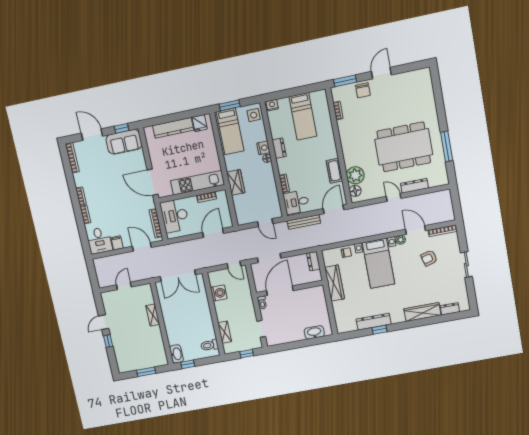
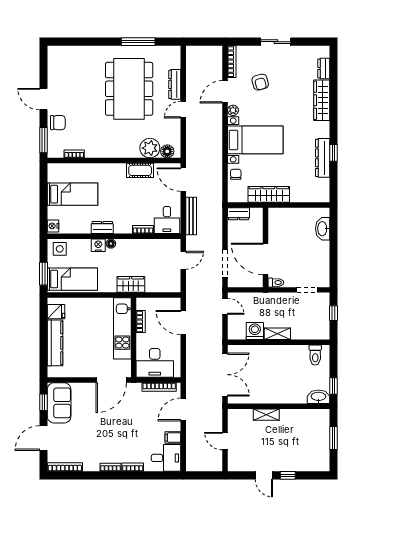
door: (234, 265) -> (225, 306), hinge flipped
shelving: (225, 332) -> (277, 334), moved

